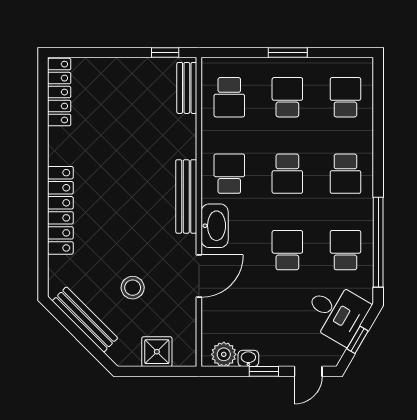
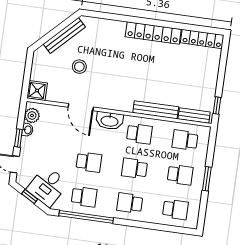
bench: (186, 196) -> (156, 110), moved
locker: (60, 210) -> (153, 33), moved
shower: (157, 352) -> (37, 91), moved

